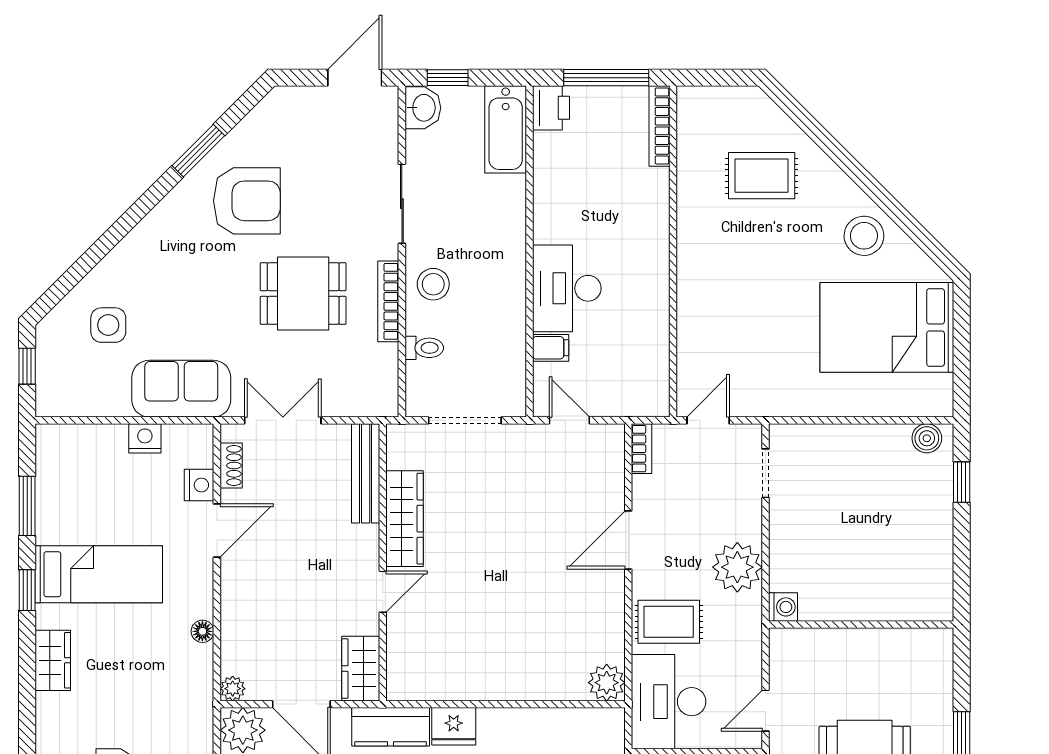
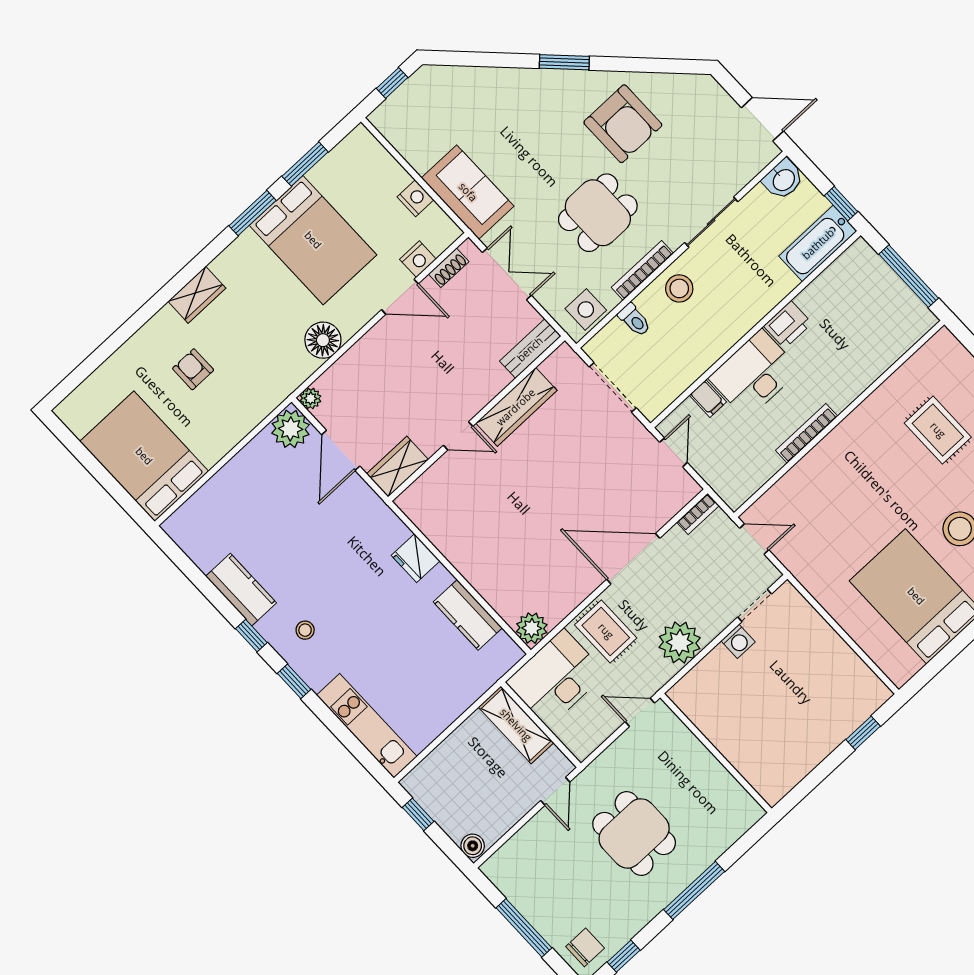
window: (448, 78) -> (841, 204), moved
printer: (551, 108) -> (788, 325), moved
bookcase: (659, 126) -> (807, 433), moved
window: (198, 151) -> (564, 62), moved
dining table: (303, 293) -> (598, 213), turned 90
side table: (108, 325) -> (586, 309), moved
boiler: (927, 438) -> (870, 686), removed
bench: (366, 473) -> (530, 349), width x0.73
door: (628, 540) -> (633, 559), width x1.36
bed: (99, 574) -> (313, 240), width x1.50
window: (27, 590) -> (253, 213), width x1.50
washing machine: (783, 607) -> (738, 641), moved
floor lamp: (202, 631) -> (323, 340), width x1.89, depth x1.89
wardrobe: (53, 660) -> (197, 295), moved
door: (765, 711) -> (640, 712), moved
kitchen counter: (391, 727) -> (468, 615), moved

